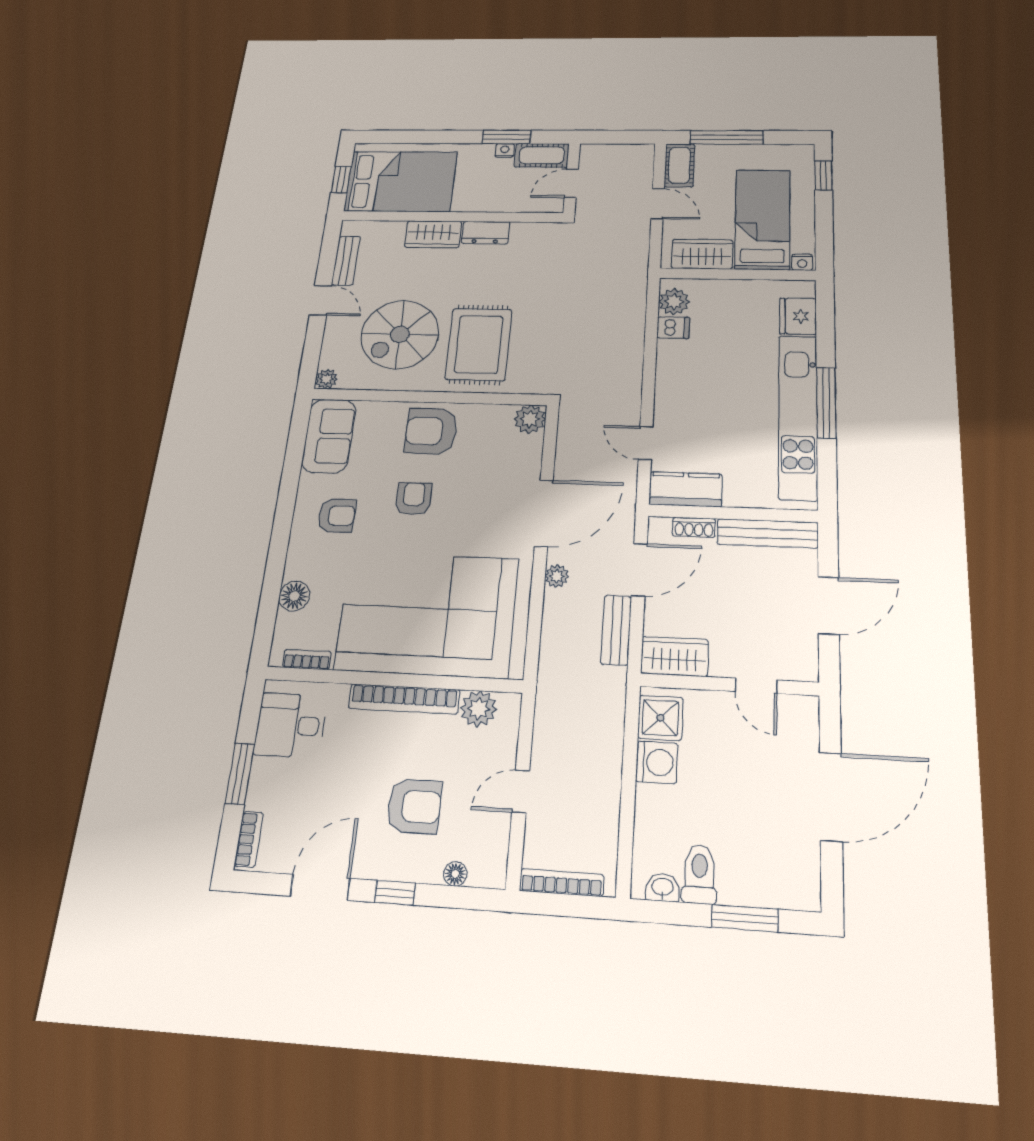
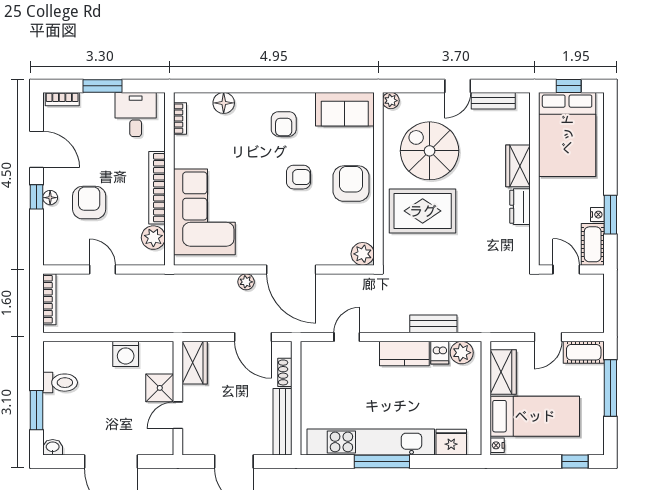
kitchen counter: (686, 489) -> (404, 354), moved, turned 90
corner sofa: (427, 614) -> (204, 212), width x0.73, depth x0.74
bench: (616, 630) -> (433, 324), moved
shower: (660, 718) -> (160, 388), moved
armchair: (414, 806) -> (89, 203), turned 180
floor lamp: (455, 874) -> (50, 198), moved
washbasin: (663, 887) -> (53, 447), moved, turned -90

